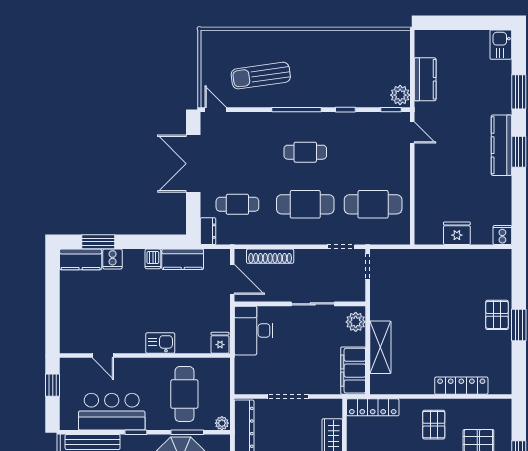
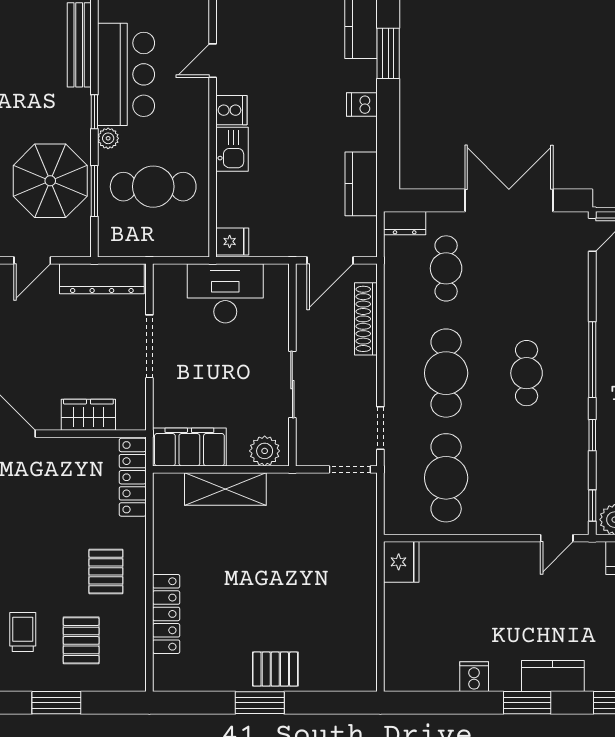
kitchen counter: (502, 145) -> (553, 676), width x0.67
fridge: (457, 233) -> (401, 562), moved
cooker: (502, 235) -> (474, 677), moved, turned -90
cooker: (113, 259) -> (231, 110), moved, turned 180
dishwasher: (153, 259) -> (362, 104), moved
desk: (254, 331) -> (225, 293), moved
plant: (222, 423) -> (108, 138), moved
pallet: (434, 425) -> (106, 571), turned 90

